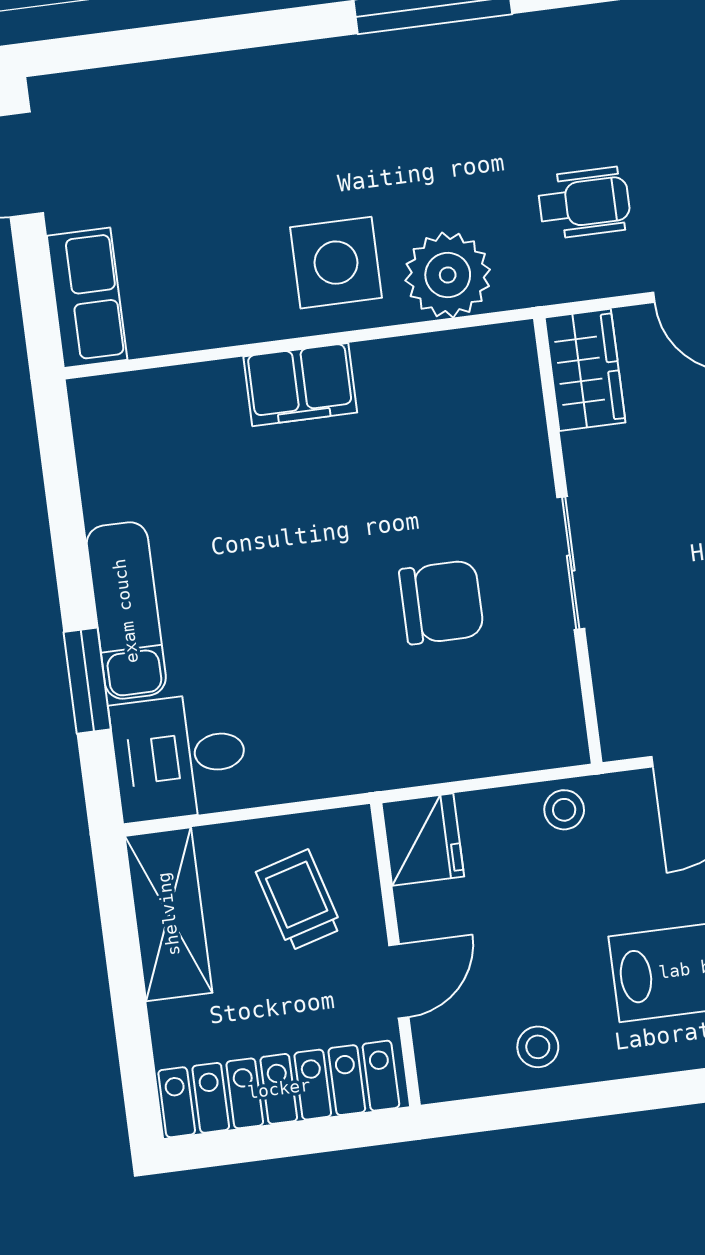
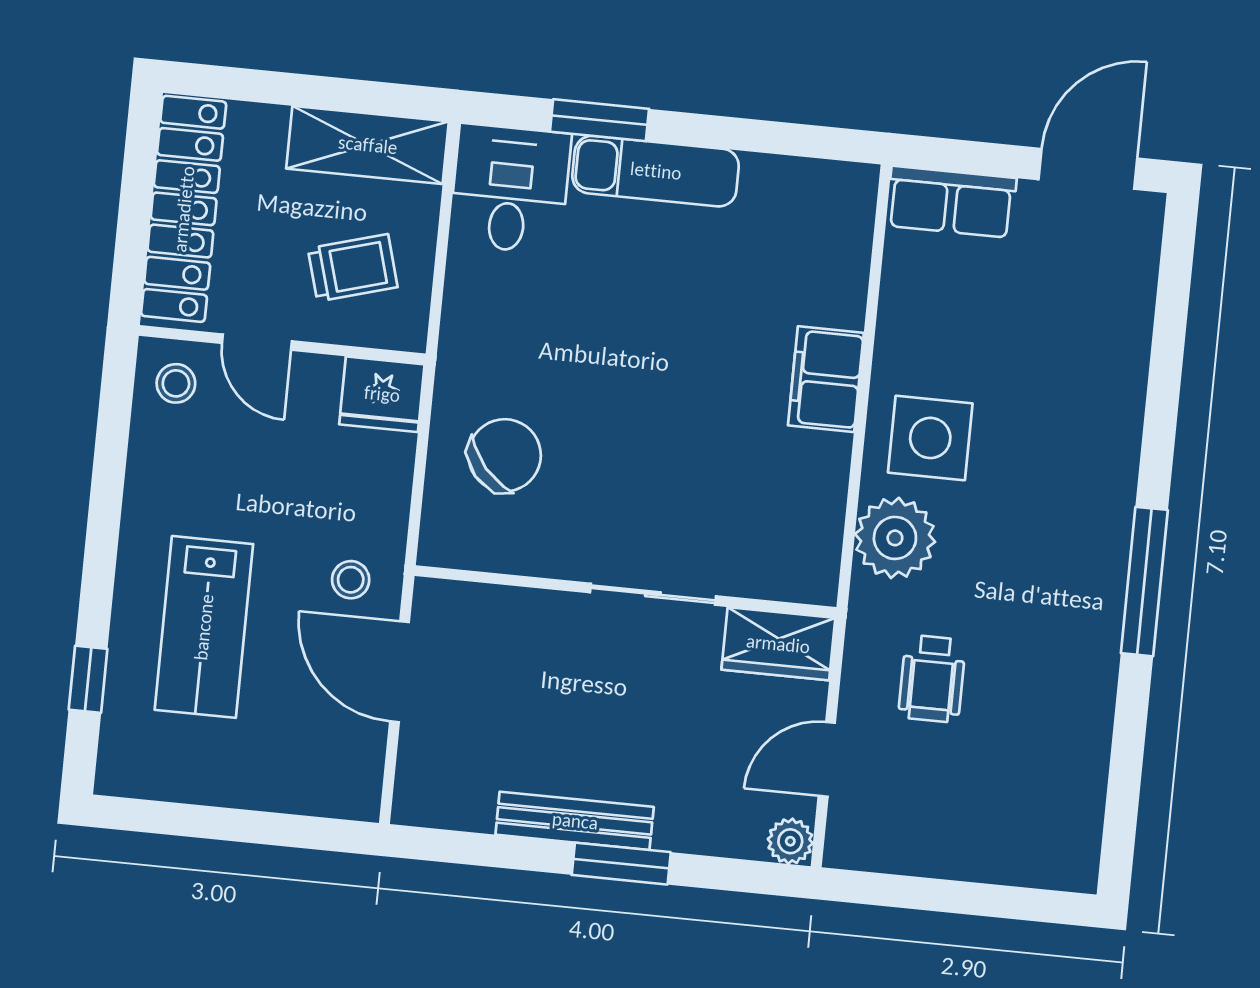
sliding door: (571, 563) -> (653, 594), moved
chair: (441, 602) -> (505, 455), moved, turned -131
stool: (564, 810) -> (351, 580), moved
stool: (538, 1047) -> (176, 383), moved

